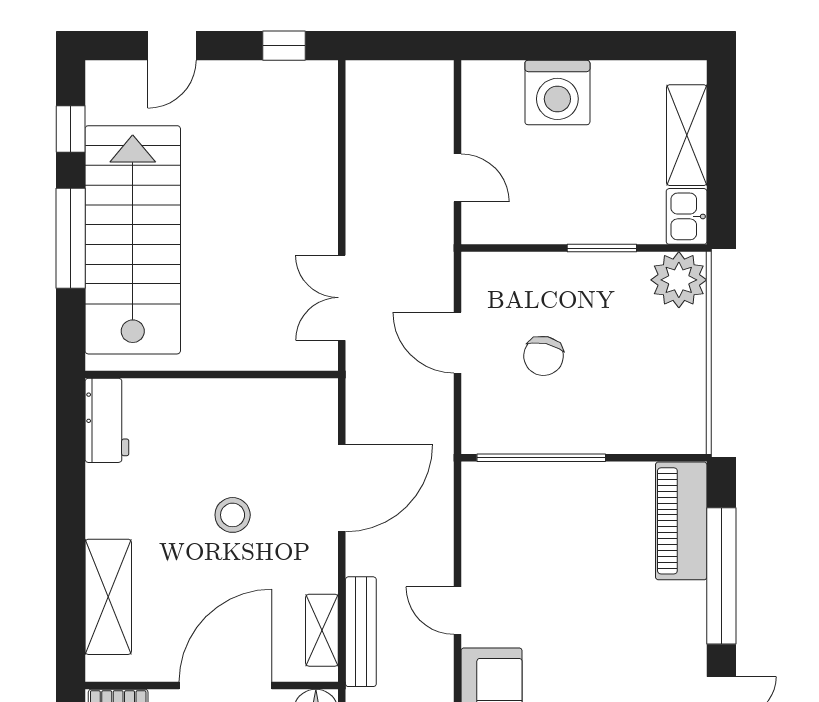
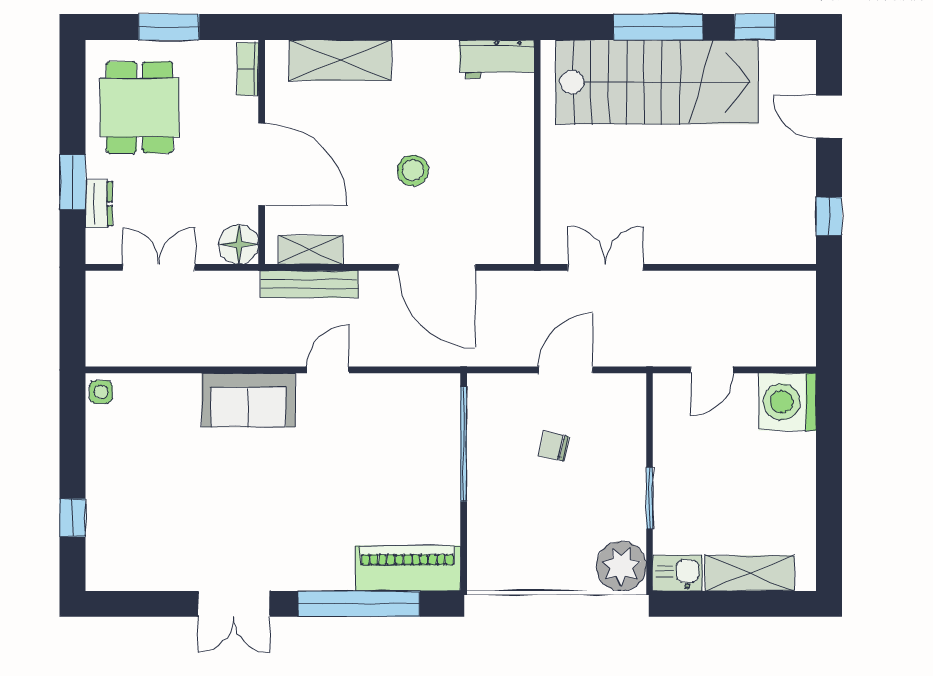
washing machine: (557, 92) -> (787, 402), moved
chair: (544, 356) -> (554, 446), width x0.73, depth x0.73

